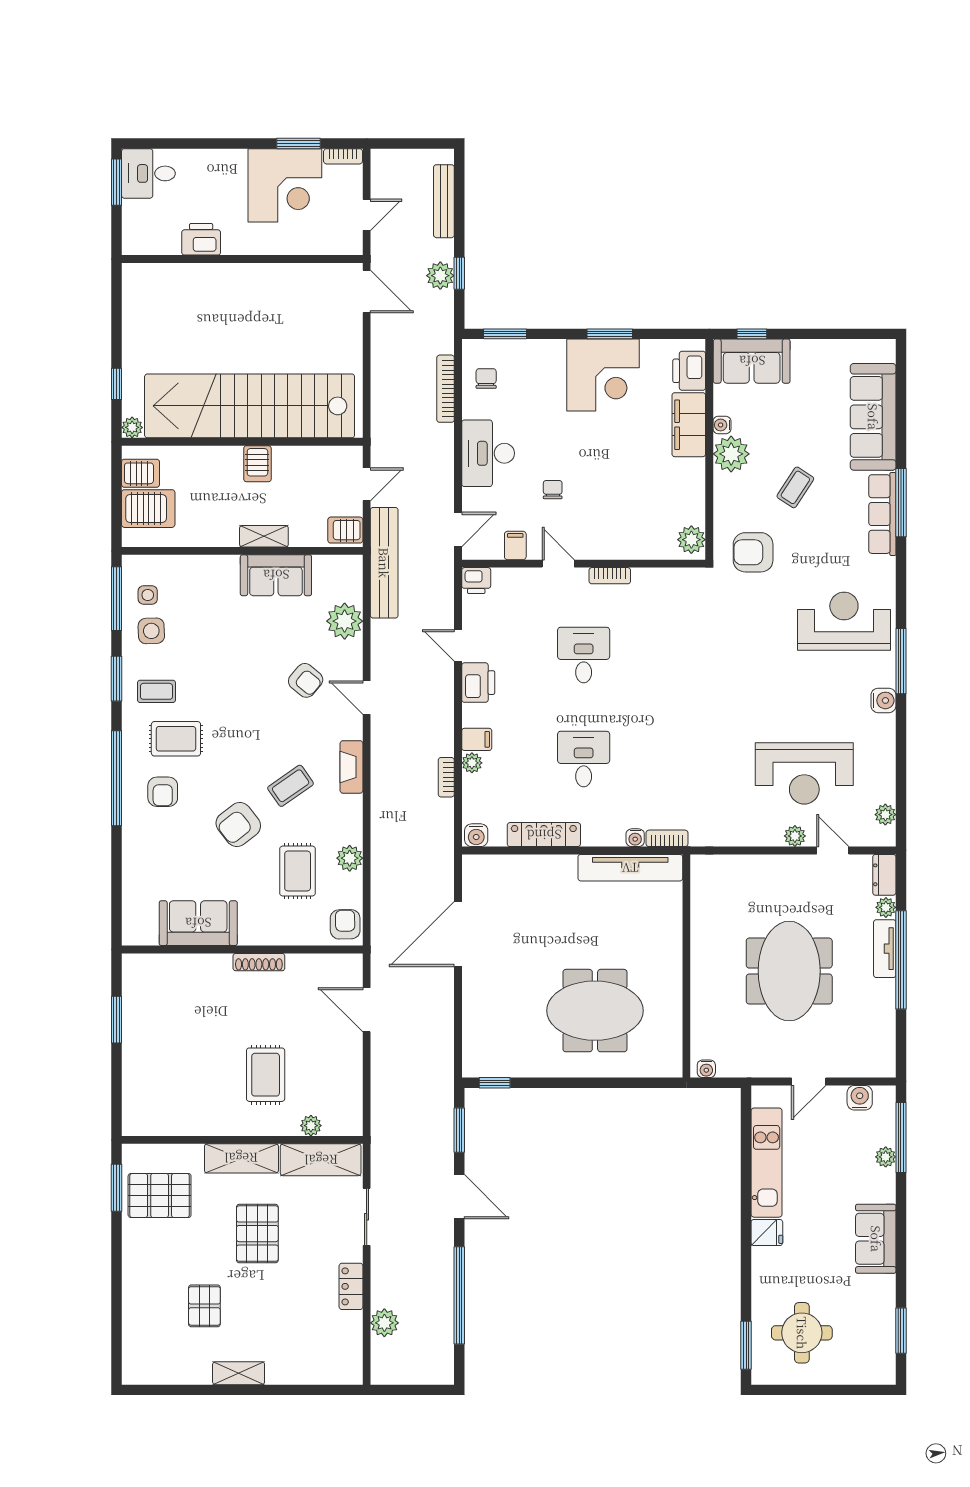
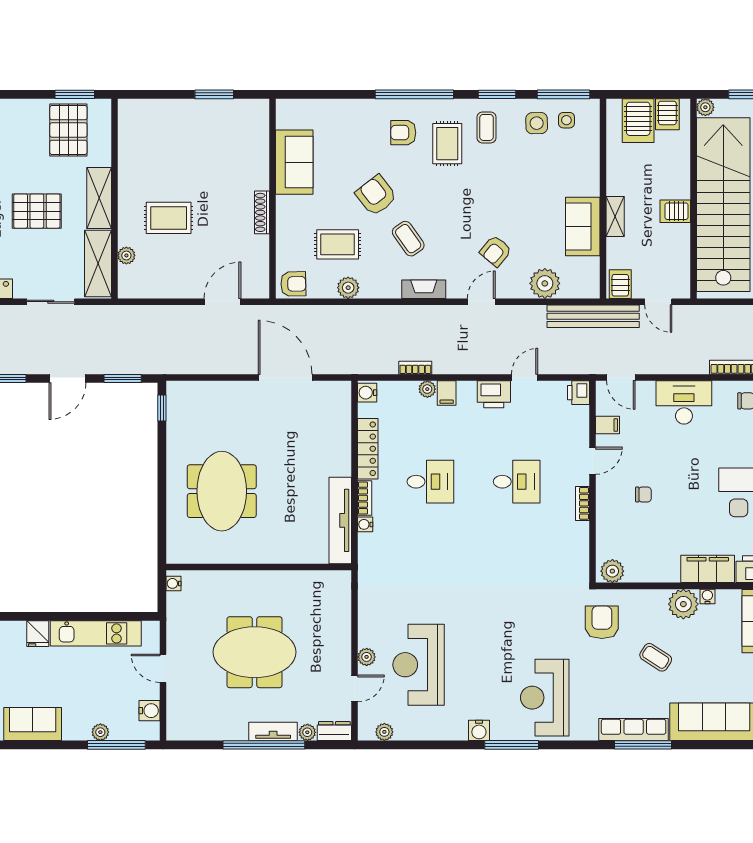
chair: (553, 490) -> (643, 494), moved
reception desk: (844, 621) -> (545, 698), turned 180
bookcase: (667, 838) -> (365, 498), moved

